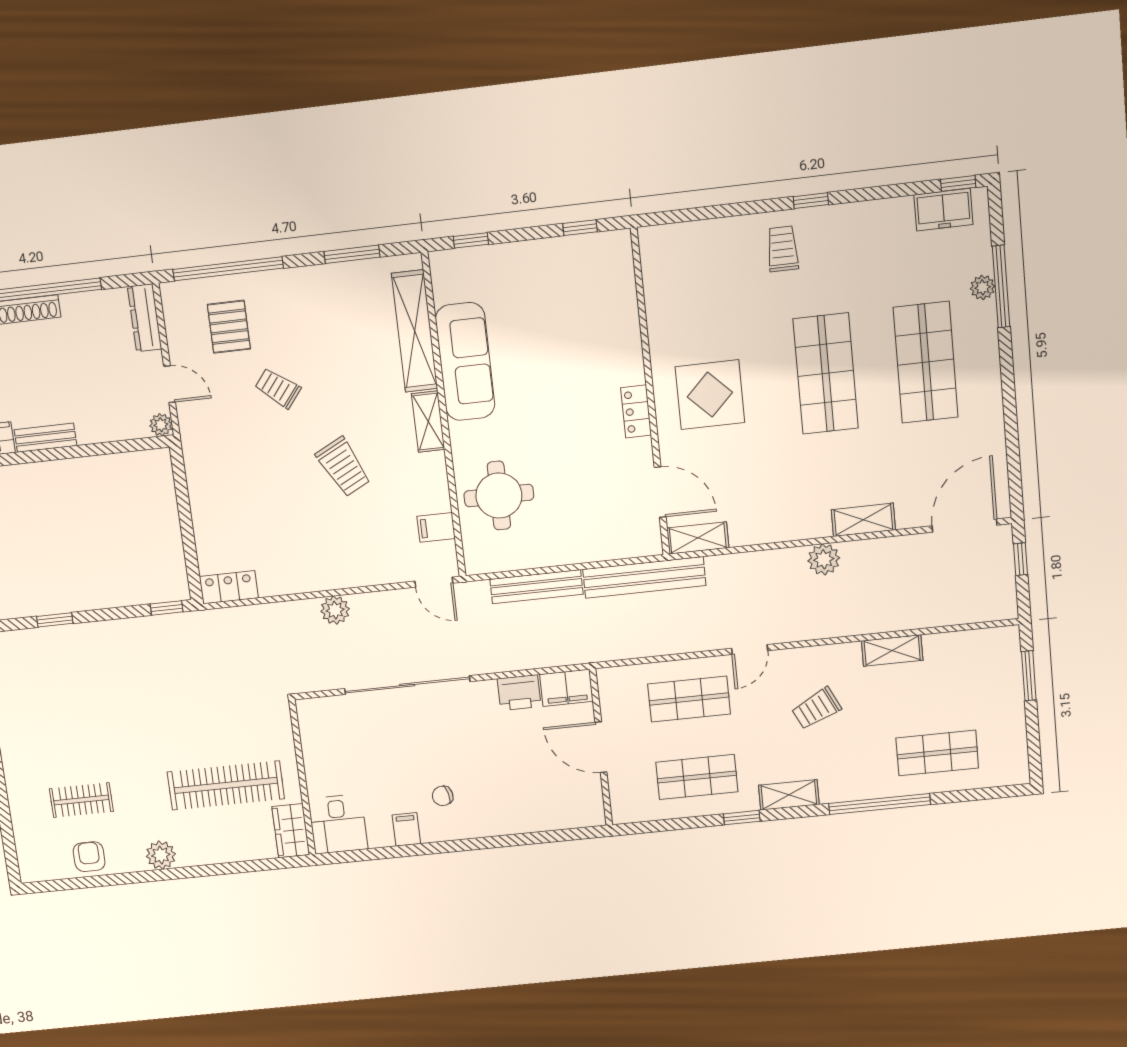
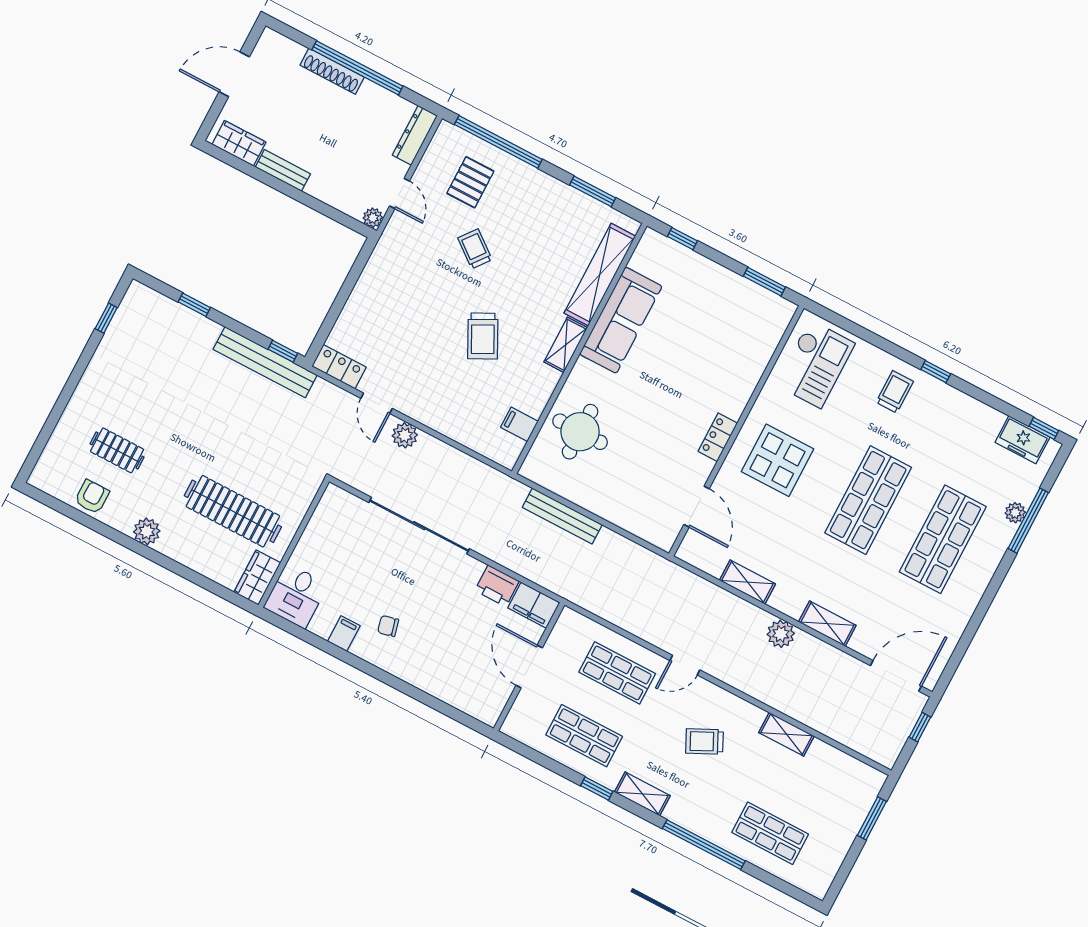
window: (580, 228) -> (764, 282), width x1.50
checkout: (685, 275) -> (815, 364), added
shelving: (698, 538) -> (747, 582), moved
bench: (644, 577) -> (265, 362), moved
door: (434, 582) -> (377, 403), moved

